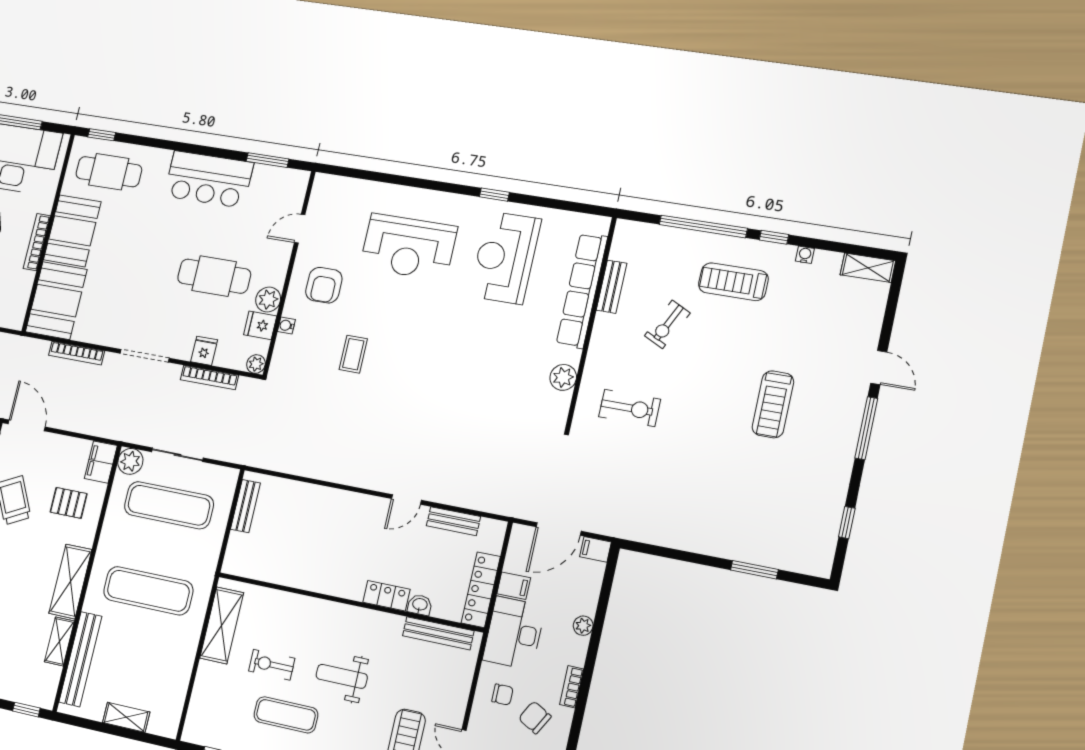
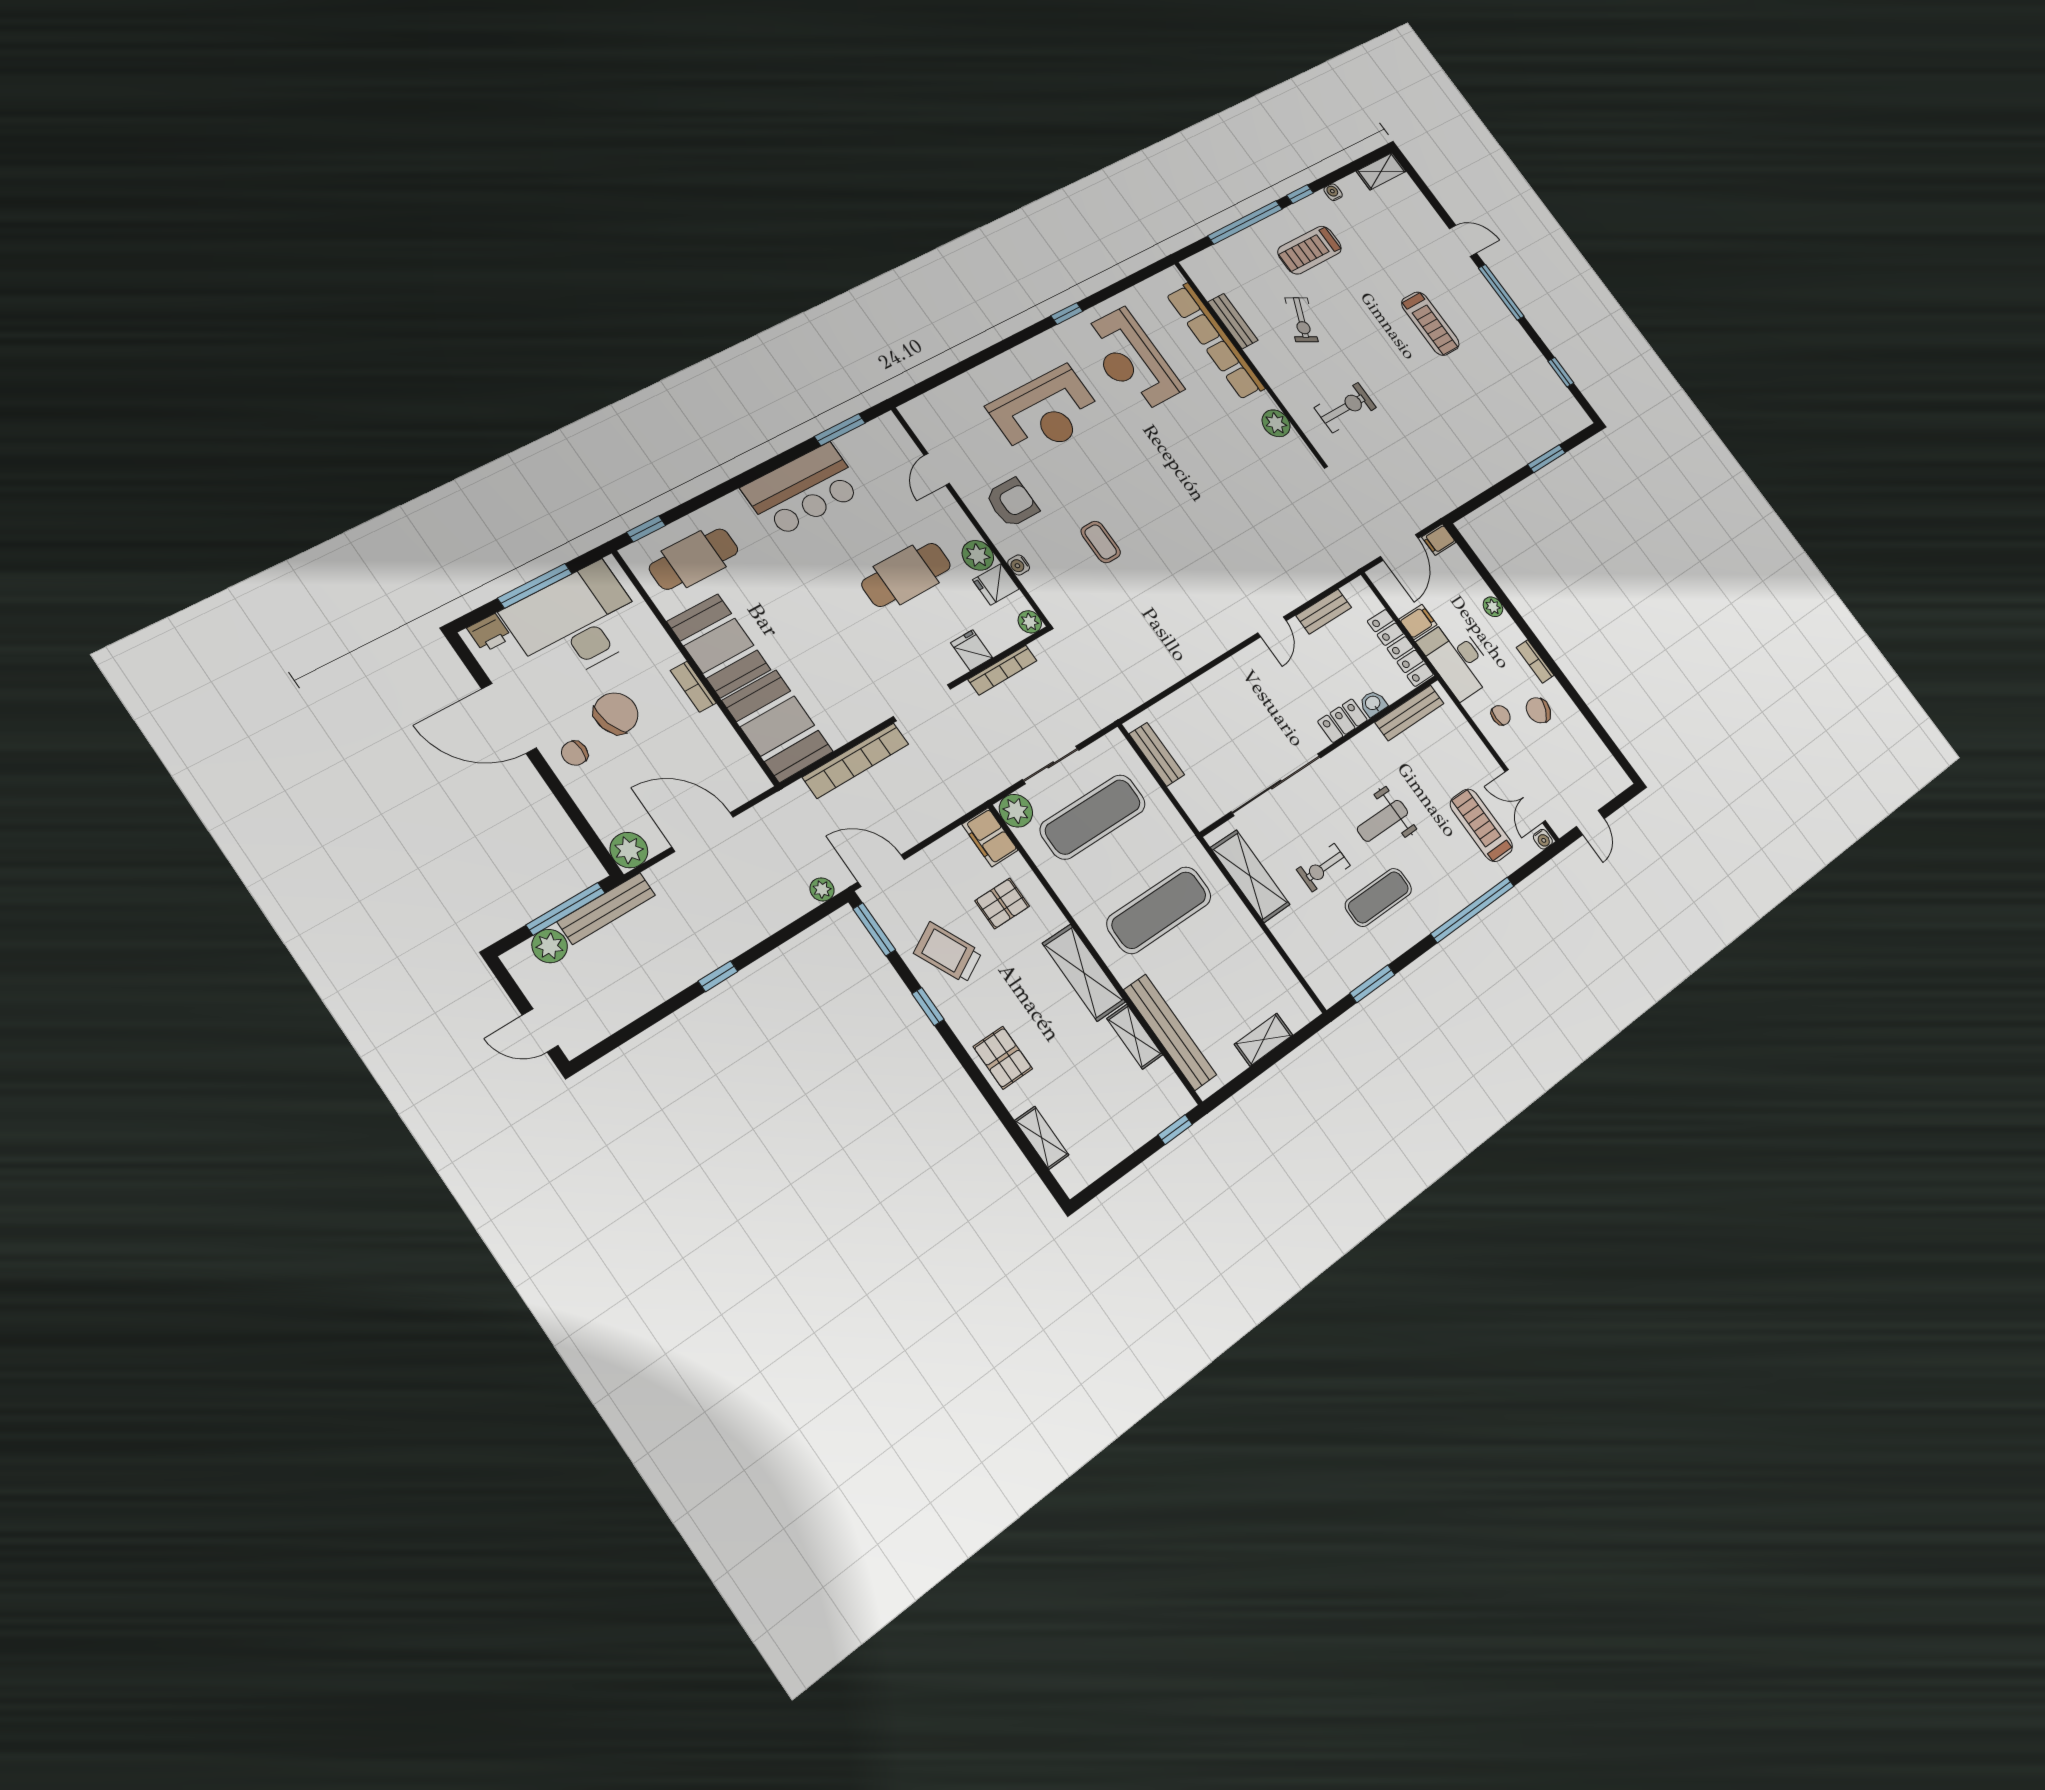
bookcase: (37, 242) -> (693, 687), width x0.64
armchair: (324, 285) -> (1012, 503), turned -90
bookcase: (77, 353) -> (856, 761), width x1.48, depth x1.31
sliding door: (299, 591) -> (1276, 784), added

